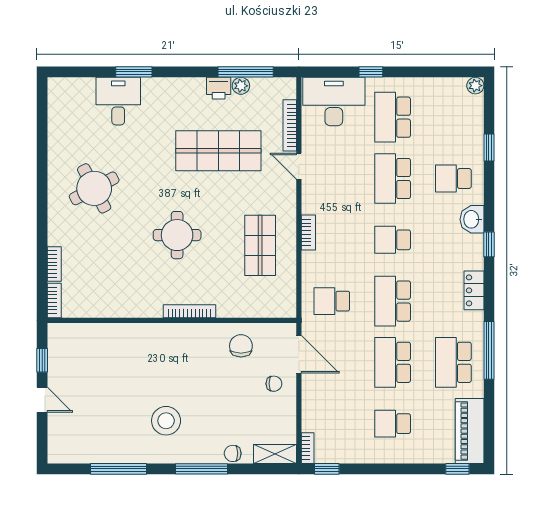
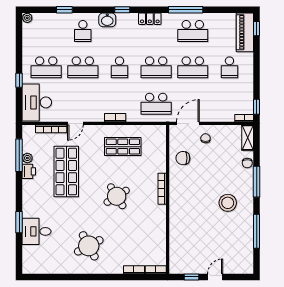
round table: (177, 235) -> (117, 196), turned -32
school desk: (332, 301) -> (156, 104), width x1.85
piano: (470, 431) -> (245, 32), moved, turned 90

